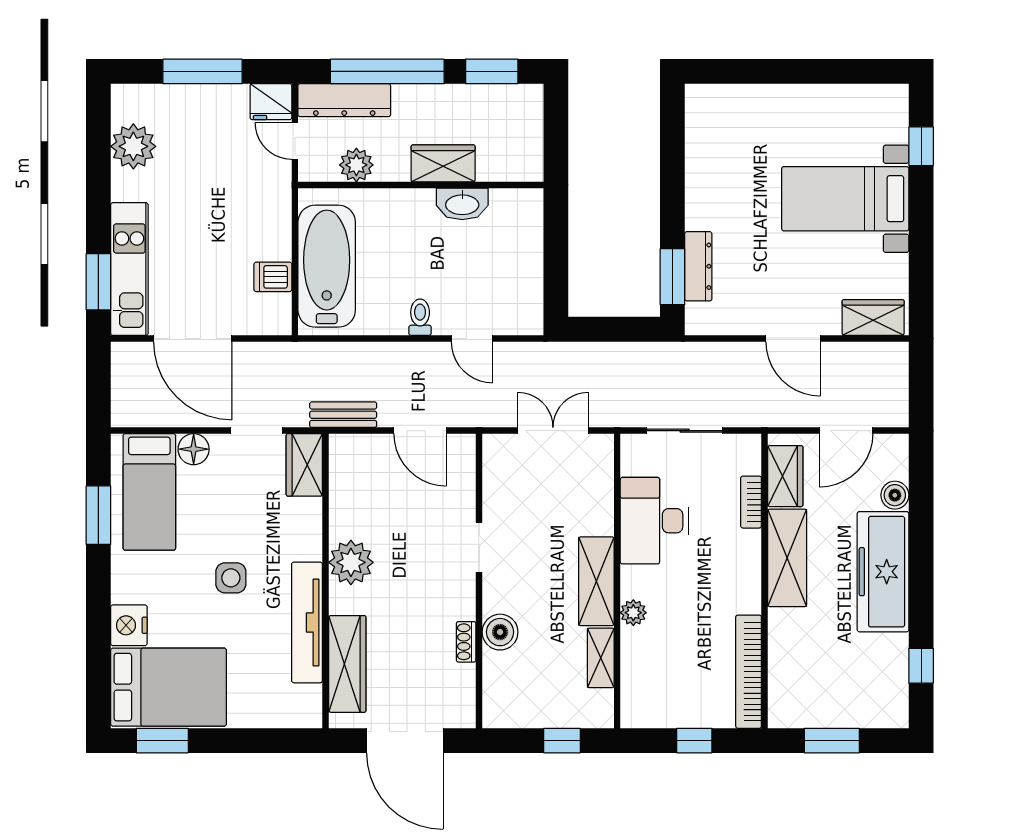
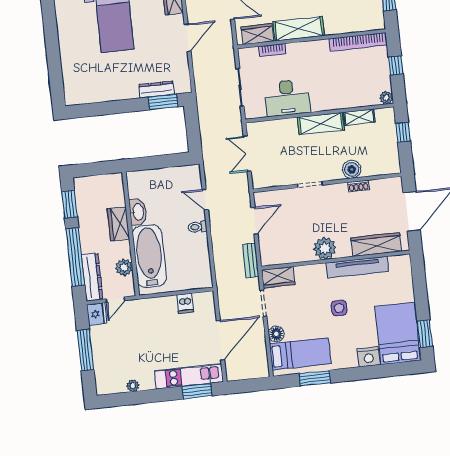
plant: (133, 146) -> (133, 386), width x0.53, depth x0.53
bathtub: (327, 266) -> (149, 256), moved, turned 90
door: (472, 338) -> (205, 200), swing flipped
plant: (633, 613) -> (386, 98), moved

